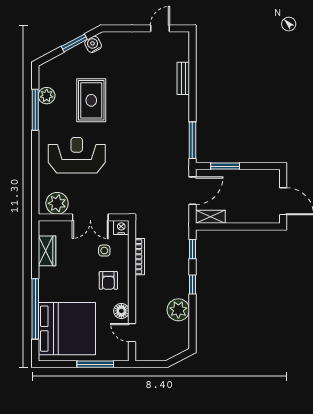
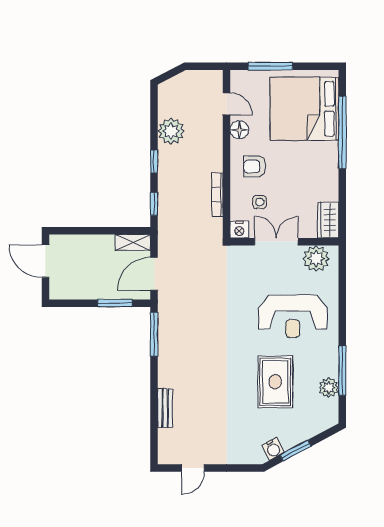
wardrobe: (47, 251) -> (328, 220), moved
armchair: (108, 280) -> (255, 166), turned -90

